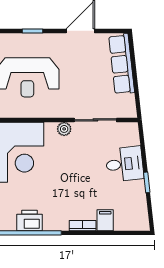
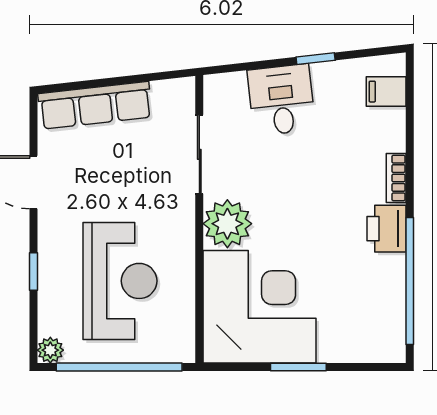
plant: (64, 129) -> (227, 224), width x1.88, depth x1.88
printer: (29, 220) -> (387, 229), moved
filing cabinet: (105, 220) -> (386, 92), moved

